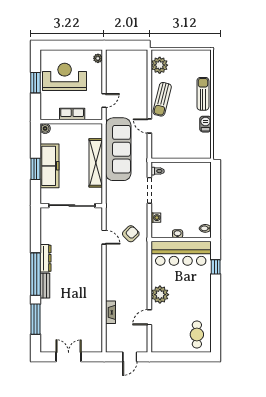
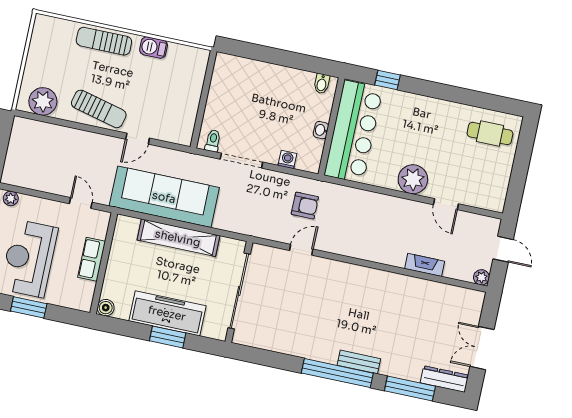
armchair: (131, 234) -> (305, 206), turned 135
dresser: (45, 258) -> (444, 379), moved
plant: (110, 348) -> (481, 277), added

